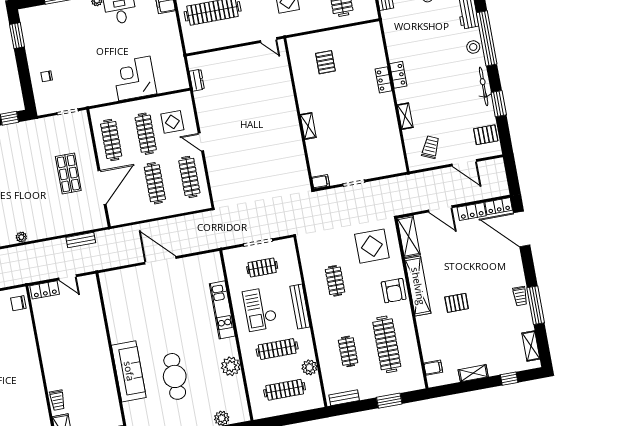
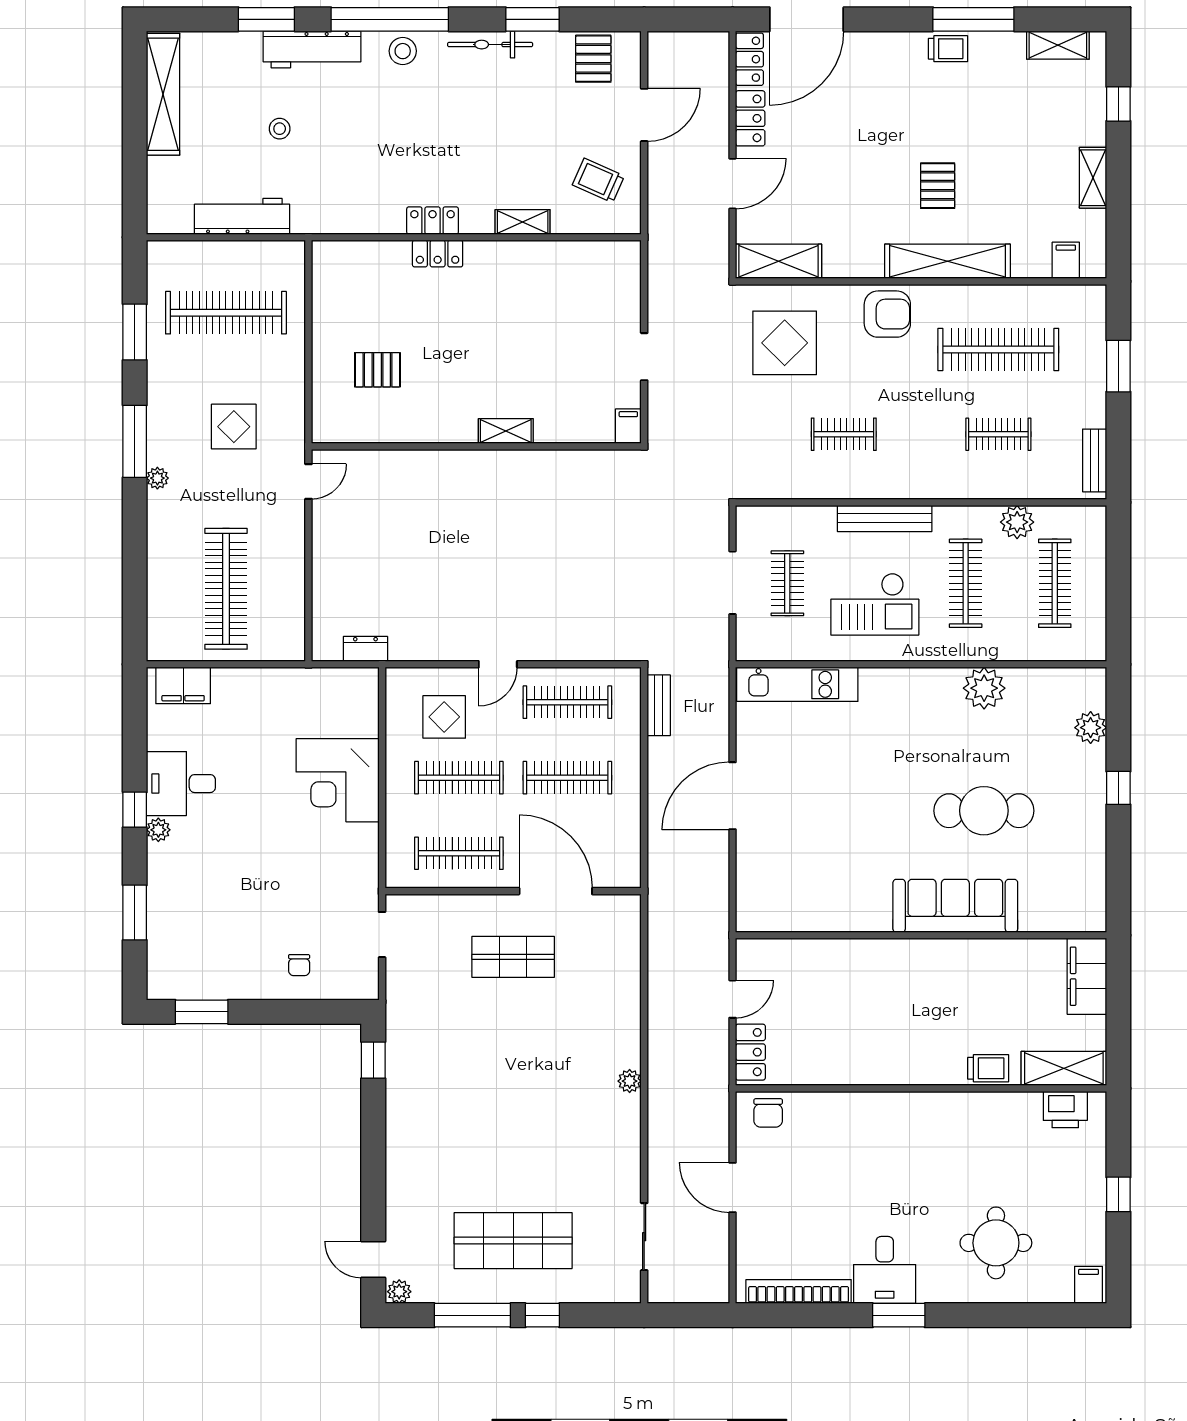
bench: (81, 240) -> (659, 705), moved
shelving: (418, 286) -> (947, 261), moved
kitchen unit: (222, 310) -> (797, 684), moved

